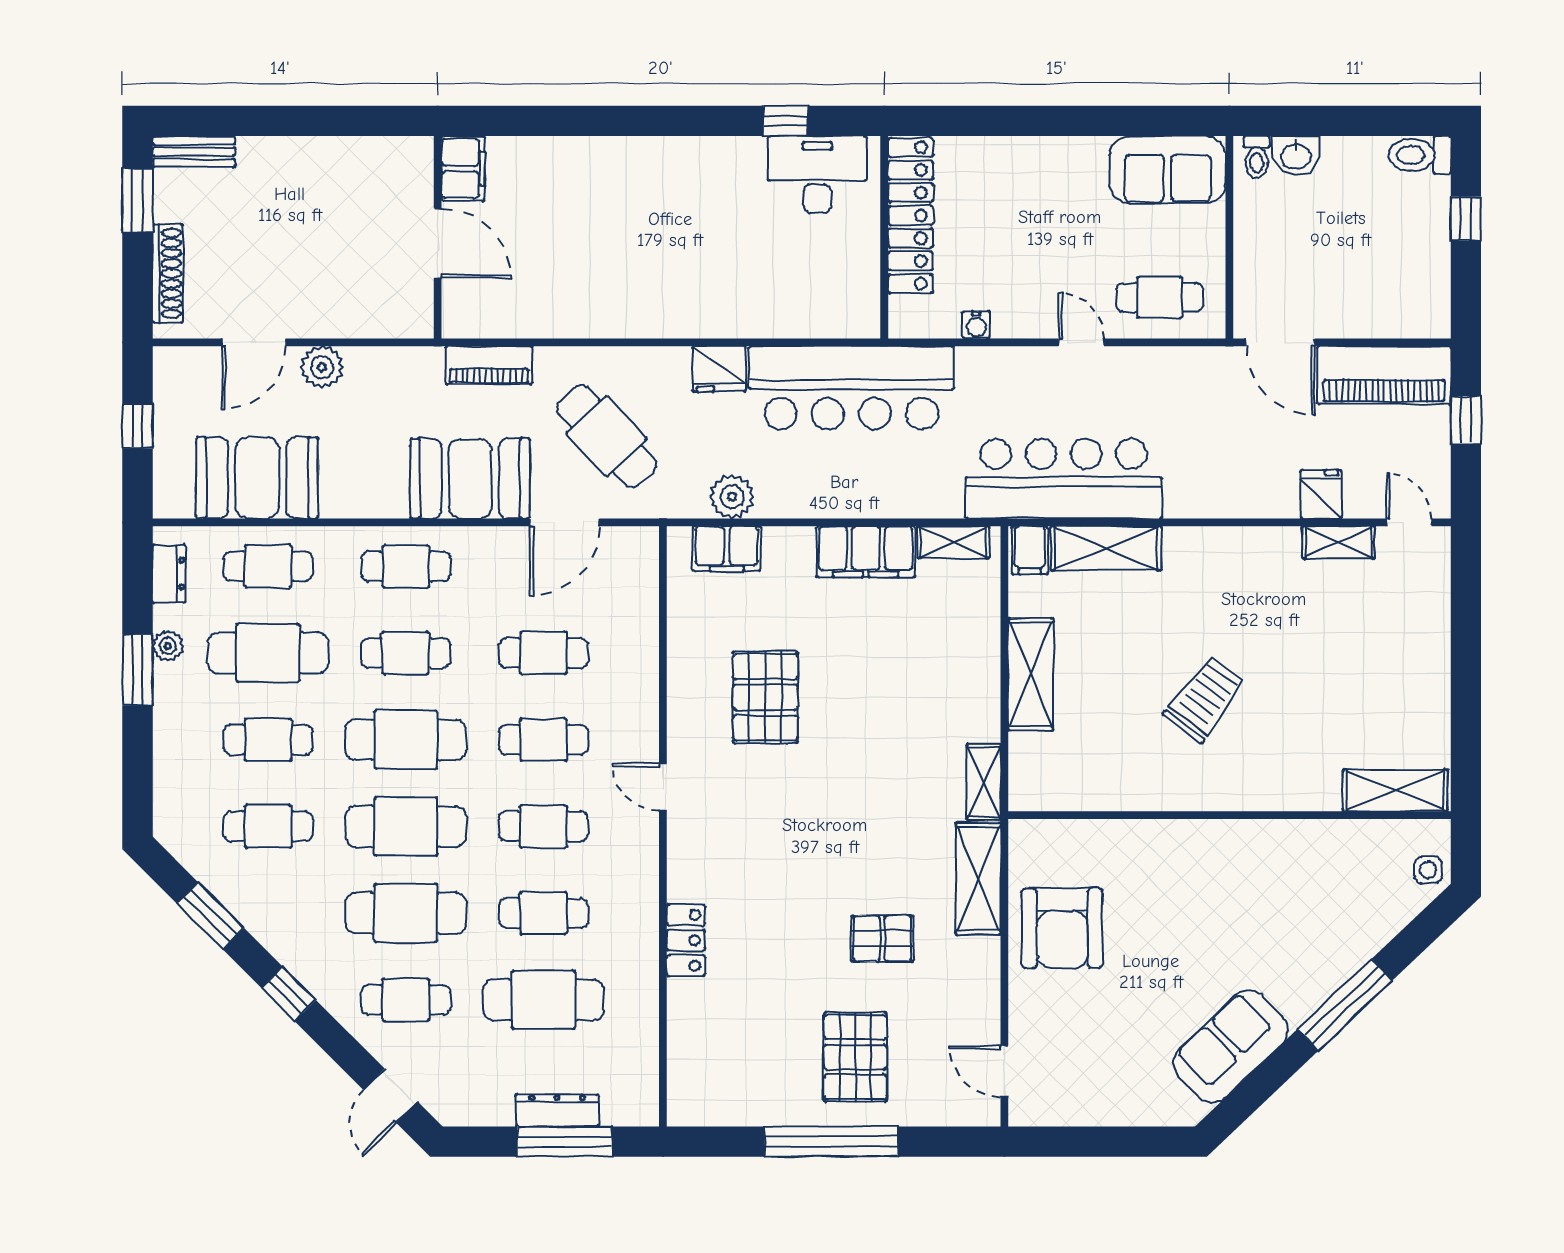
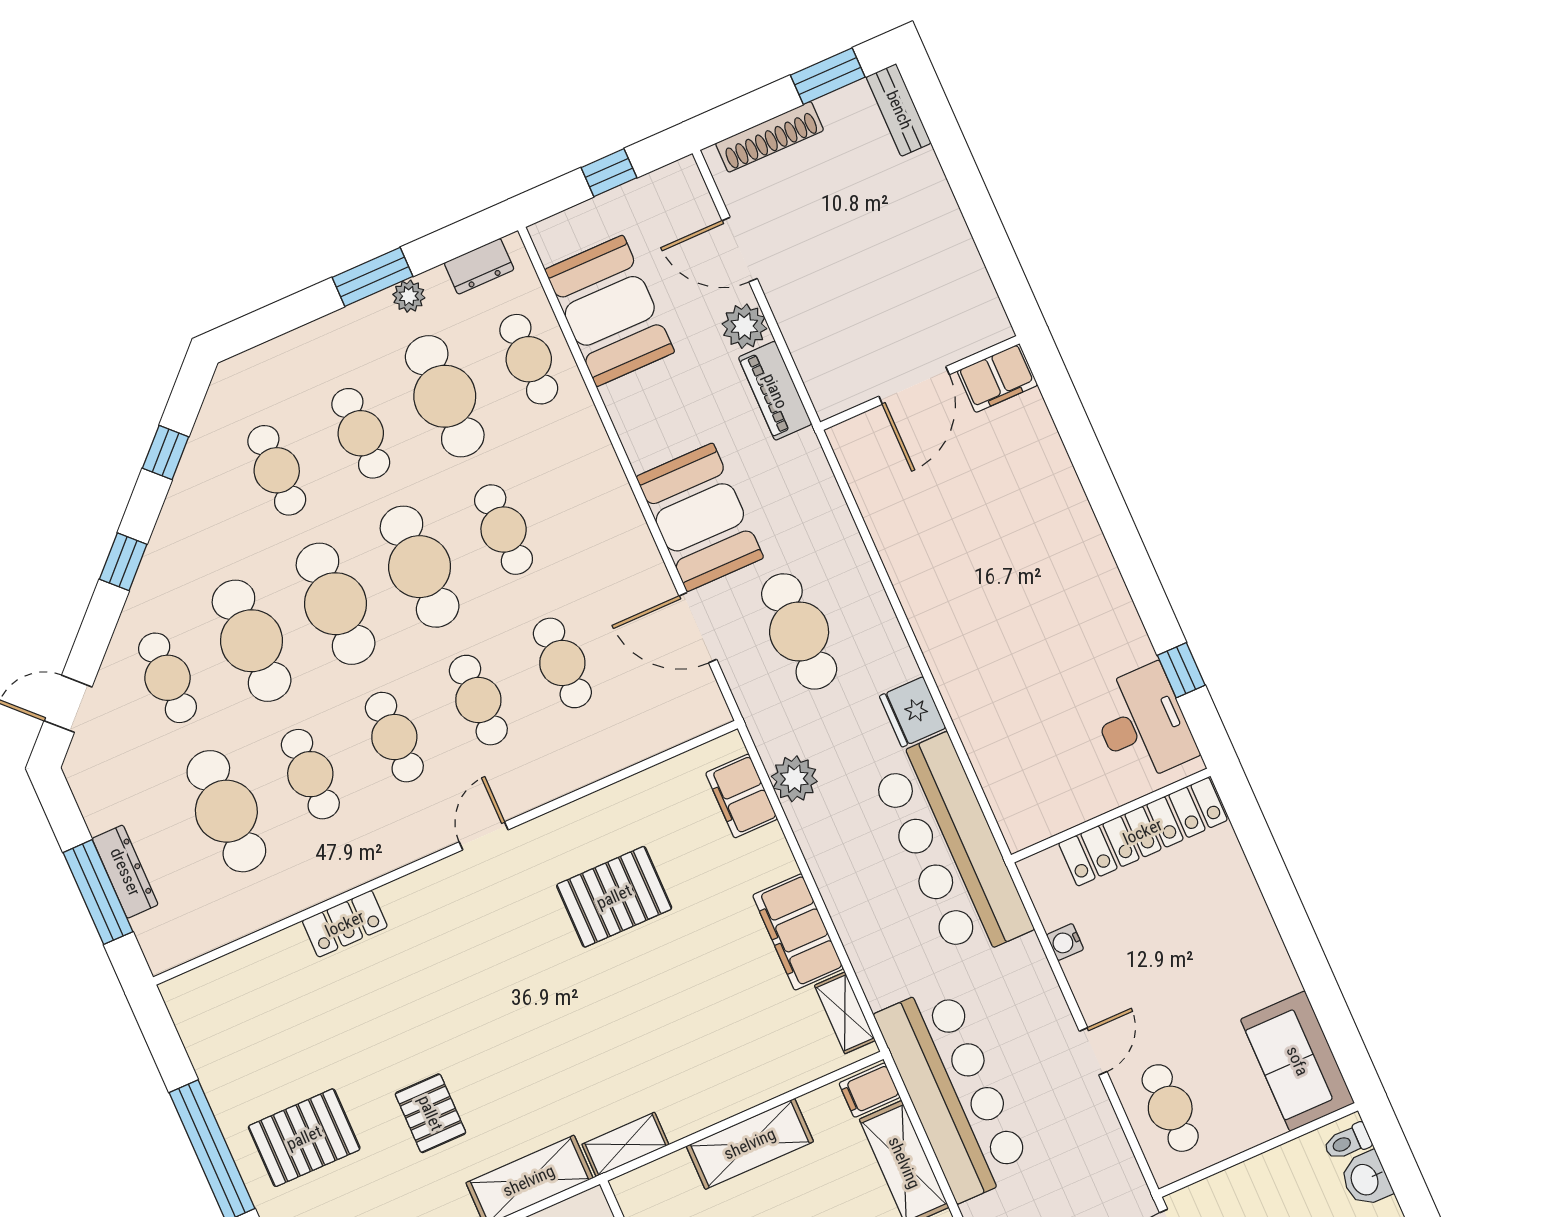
piano: (489, 365) -> (775, 391), moved
cafe table: (607, 436) -> (799, 631), turned -47
cafe table: (406, 566) -> (588, 493), removed
window: (210, 916) -> (166, 452), width x0.67

